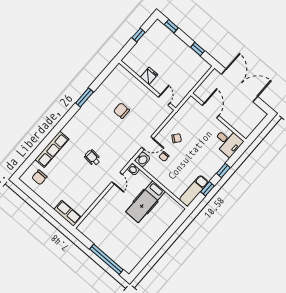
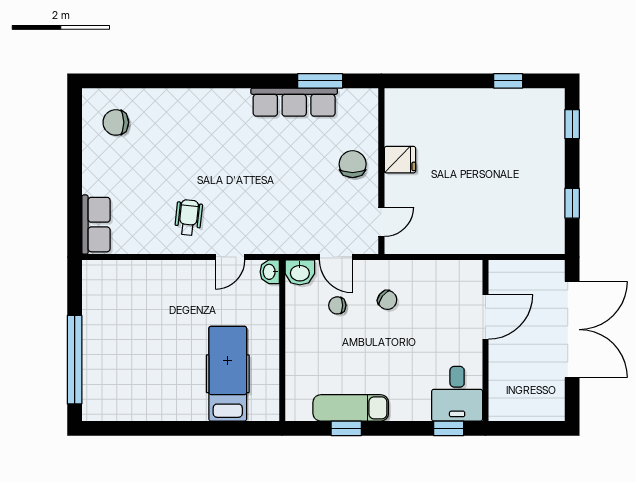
fridge: (149, 76) -> (400, 160), moved
wall: (147, 85) -> (381, 171), moved
door: (164, 100) -> (381, 222), moved
row of seats: (52, 149) -> (294, 102), moved
wheelchair: (93, 158) -> (189, 218), moved
window: (223, 170) -> (449, 428), moved
exam couch: (194, 191) -> (351, 408), moved
hospital bed: (145, 202) -> (228, 374), moved, turned 90

